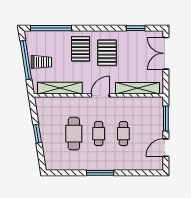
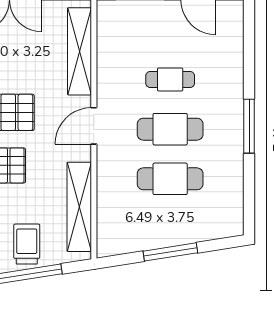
door: (100, 95) -> (94, 126), hinge flipped
window: (37, 134) -> (170, 252), width x1.44
cafe table: (99, 134) -> (170, 129), width x1.37, depth x1.35

